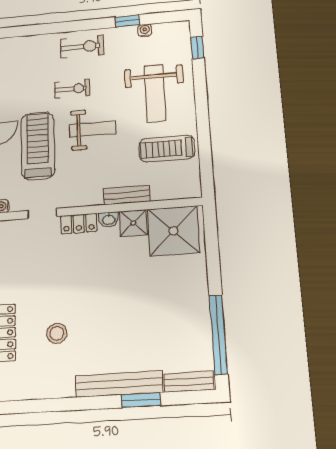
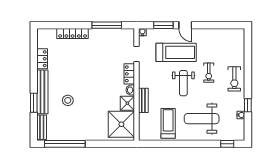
stool: (57, 333) -> (68, 100), moved
locker: (55, 388) -> (42, 59), added

